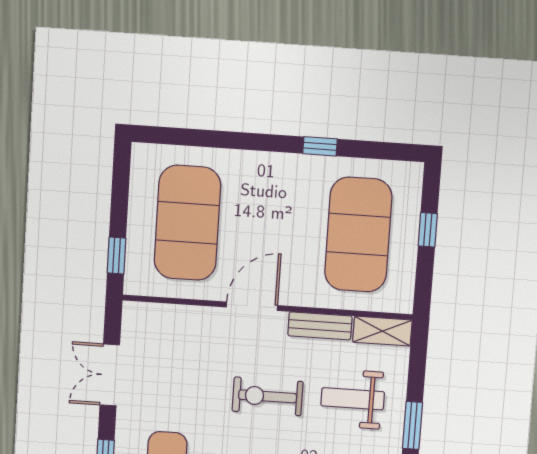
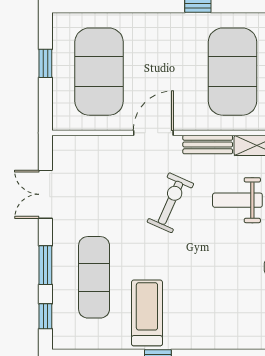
window: (117, 256) -> (45, 63), moved
exercise bike: (268, 396) -> (170, 203), turned 114

